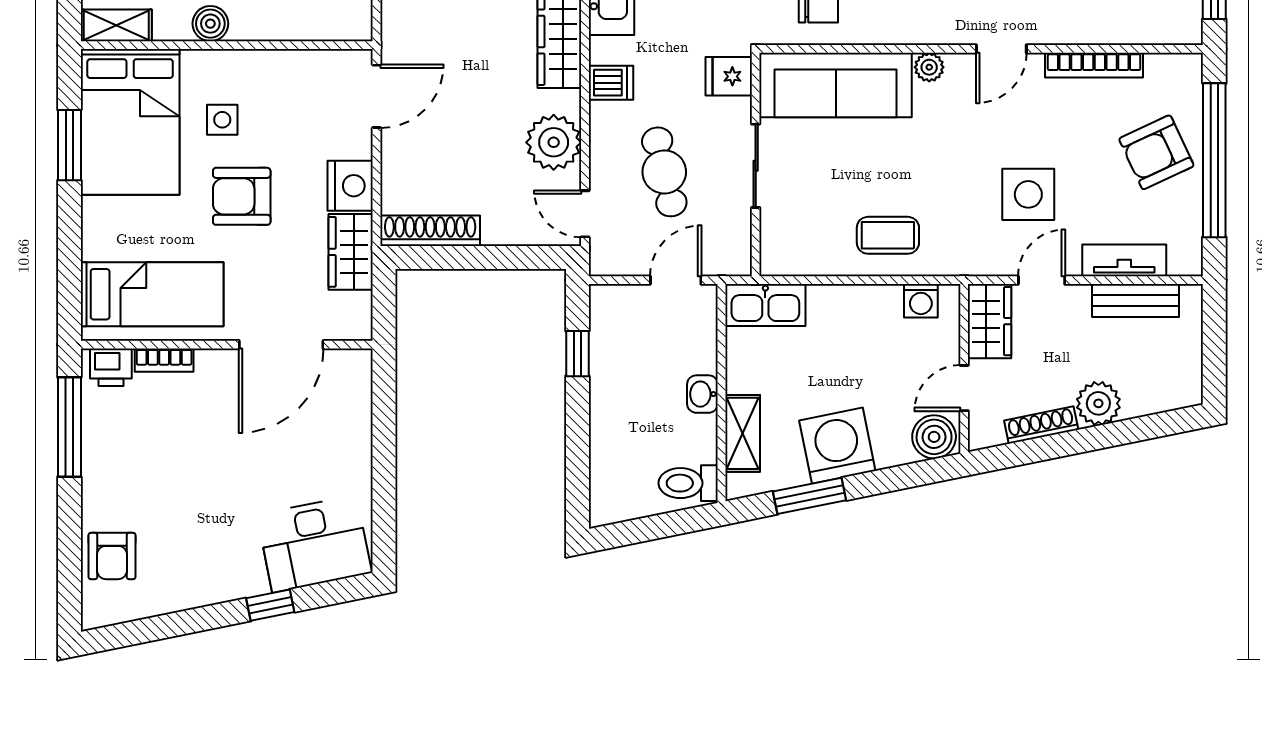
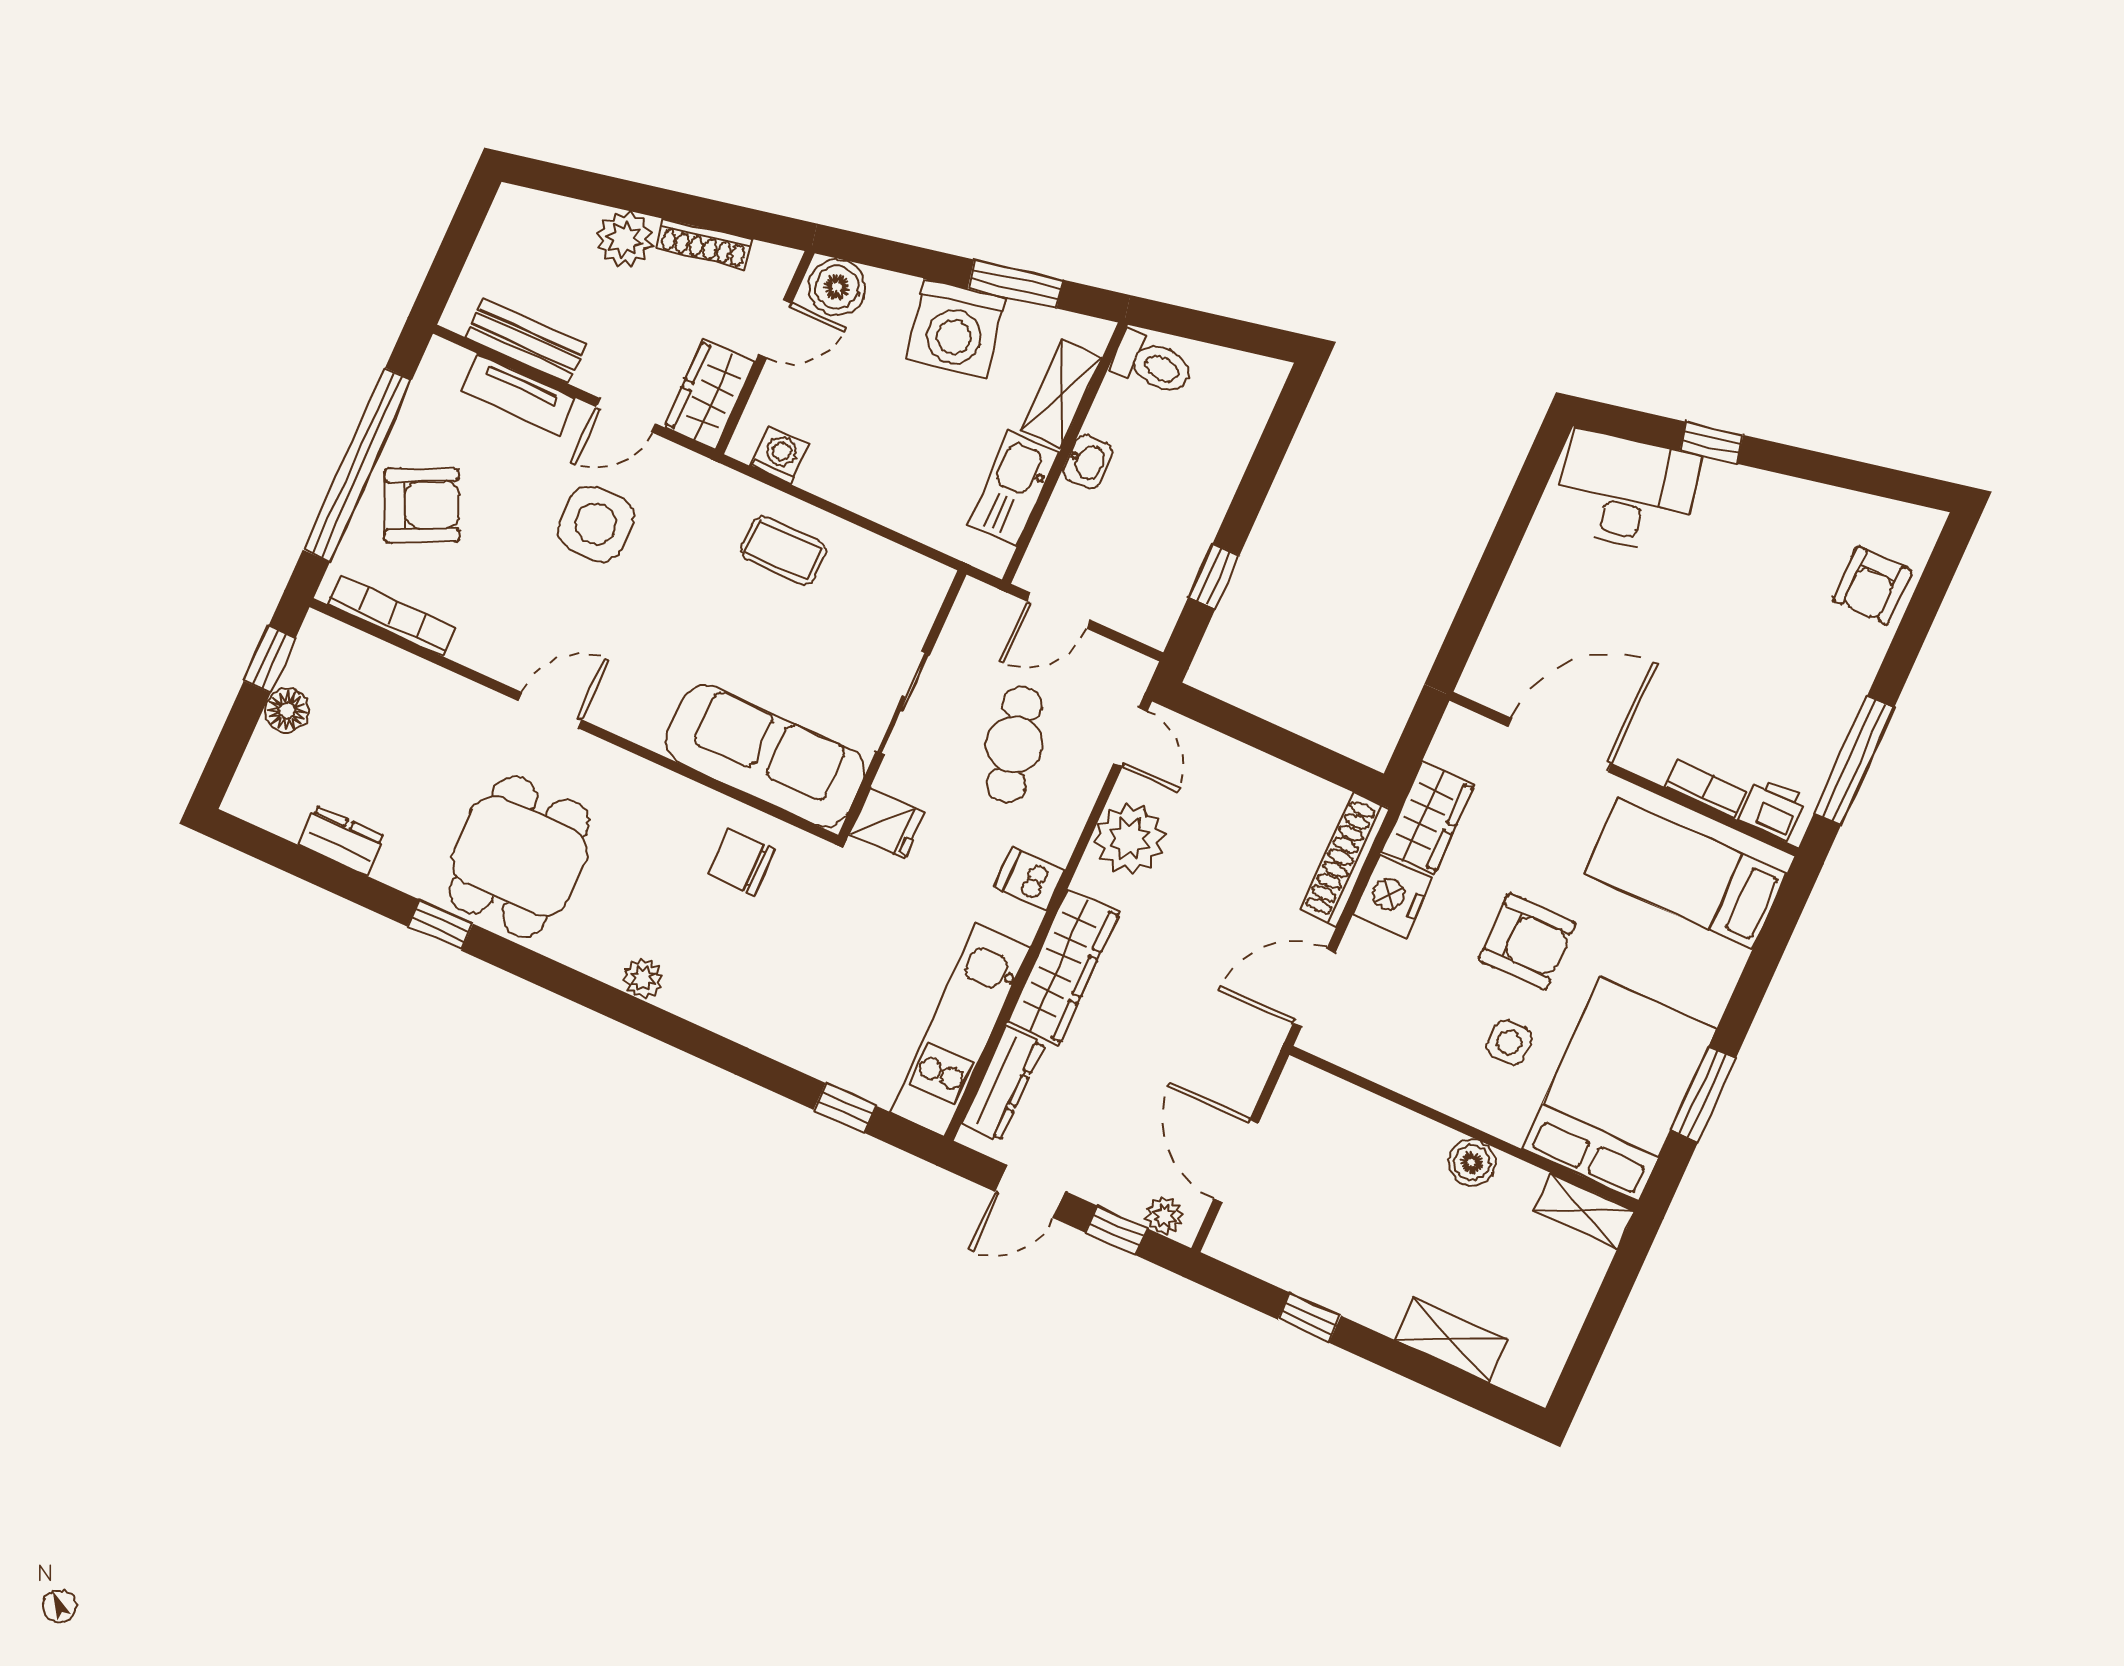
bookcase: (1094, 65) -> (392, 616), moved
plant: (929, 67) -> (645, 727), removed
shoe rack: (430, 231) -> (1345, 859), moved, turned 90
kitchen sink: (765, 305) -> (1013, 488), moved, turned -90
armchair: (112, 556) -> (1872, 585), turned 180

